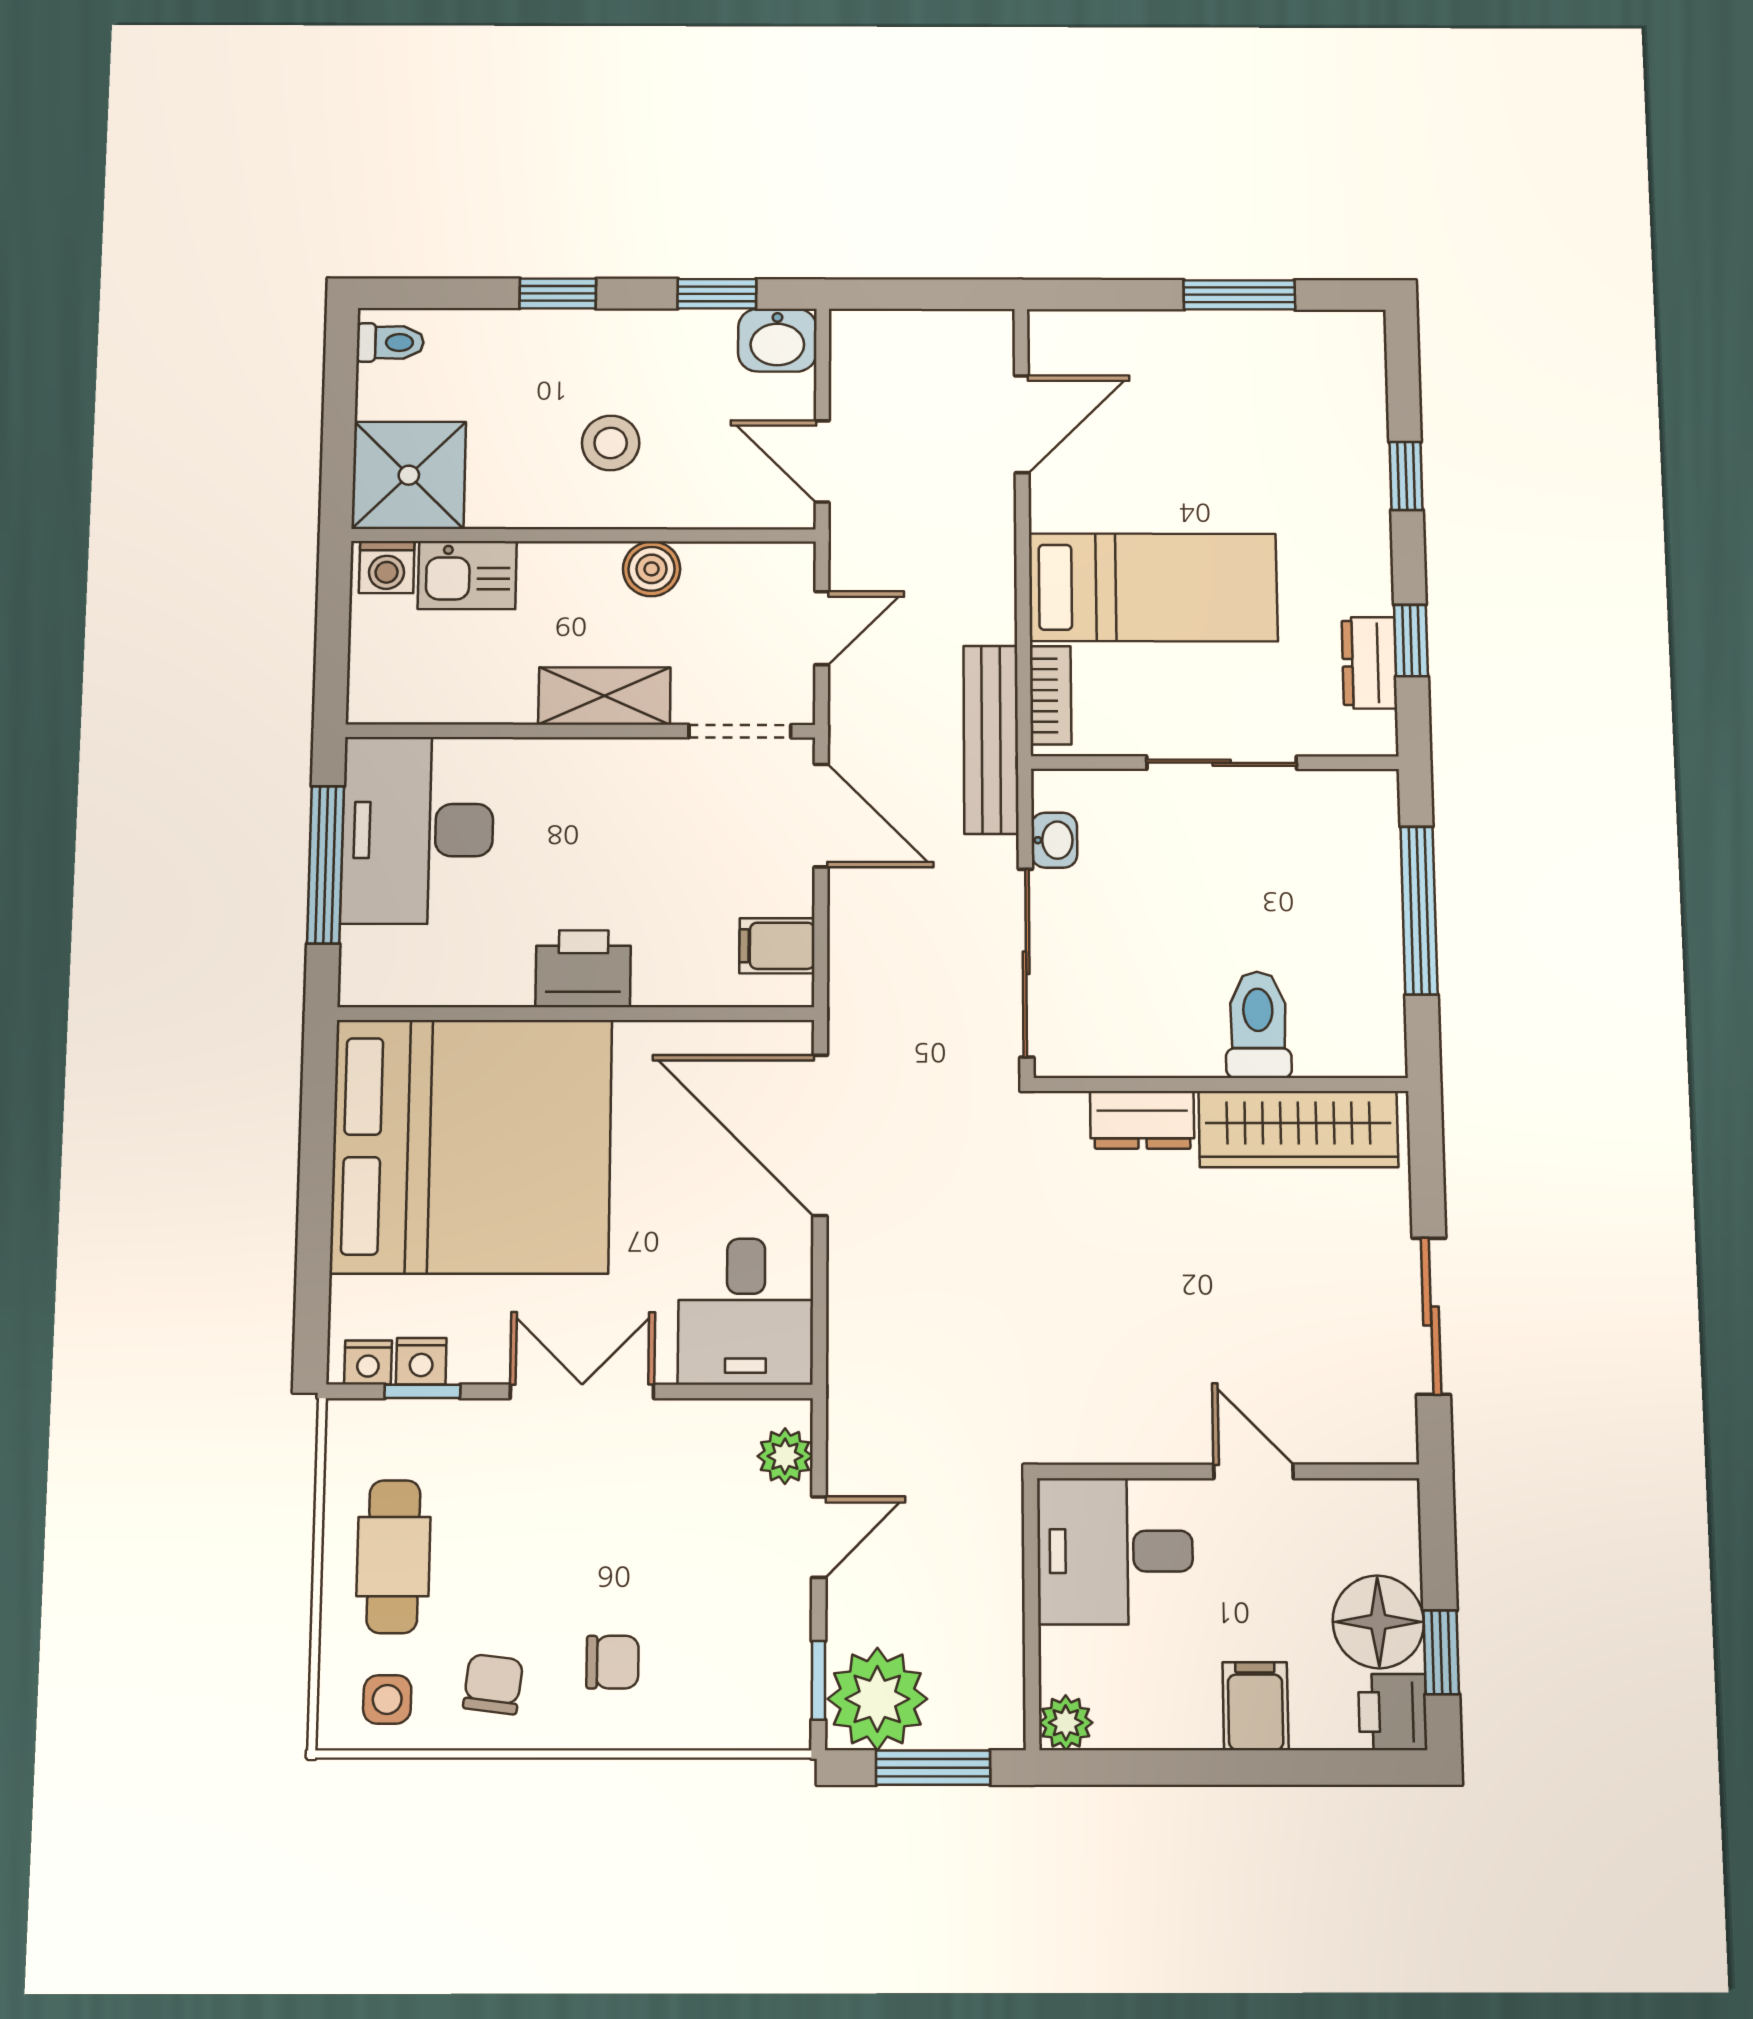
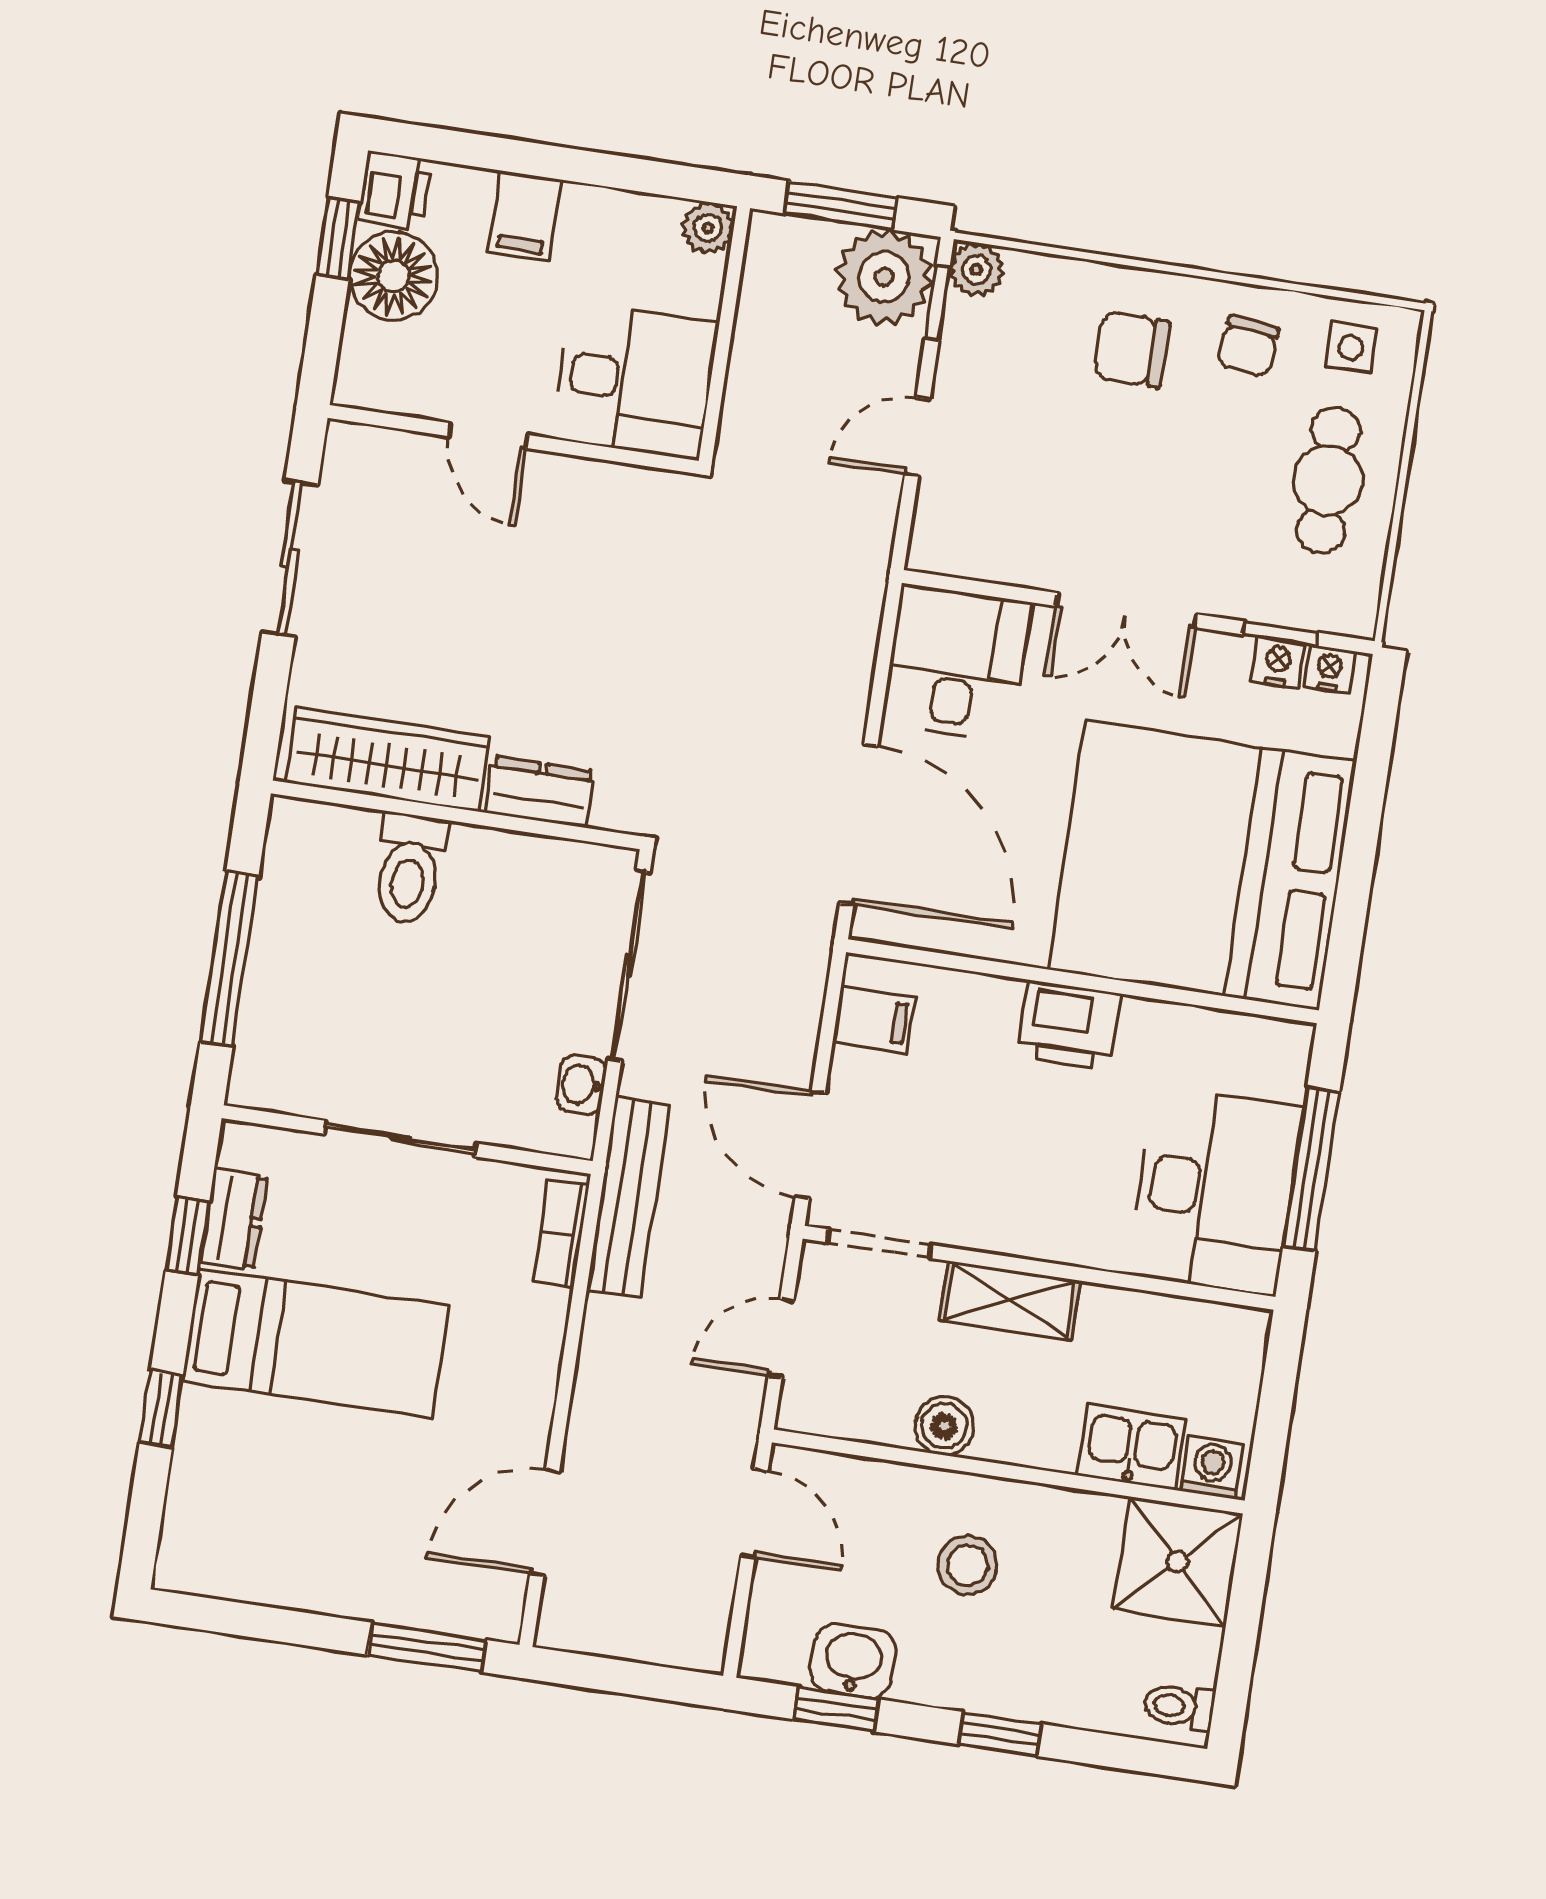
window: (1239, 295) -> (427, 1647), moved
washbasin: (777, 340) -> (853, 1661), moved
bed: (1153, 587) -> (316, 1343), moved, turned 180
plant: (785, 1456) -> (976, 270), moved
chair: (612, 1662) -> (1132, 350), width x1.37, depth x1.37

